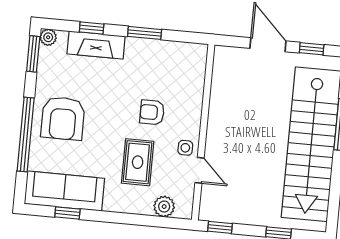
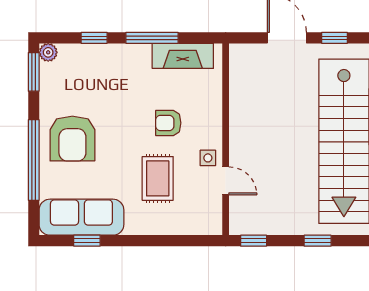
window: (145, 33) -> (152, 38), width x1.44
fireplace: (96, 45) -> (183, 56), moved
plant: (164, 207) -> (191, 224), removed

